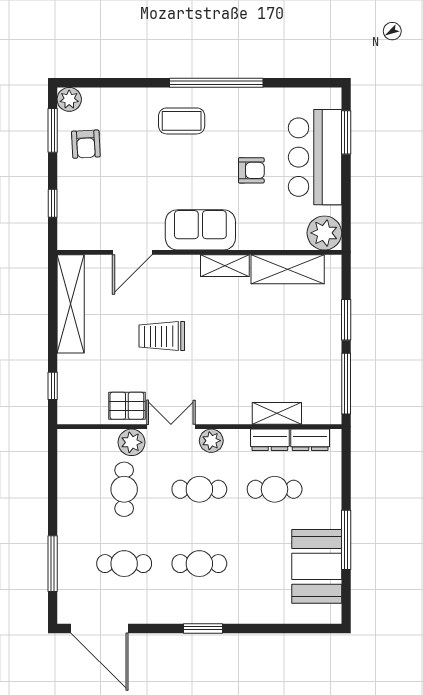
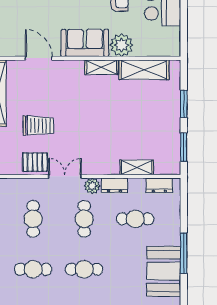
plant: (324, 233) -> (121, 45), moved
door: (132, 252) -> (39, 58), swing flipped
trolley: (162, 336) -> (38, 126), moved, turned 180
window: (346, 384) -> (184, 147), width x0.69
dresser: (270, 440) -> (115, 185), moved
plant: (131, 442) -> (38, 187), removed
cafe table: (199, 489) -> (84, 219), turned 90

